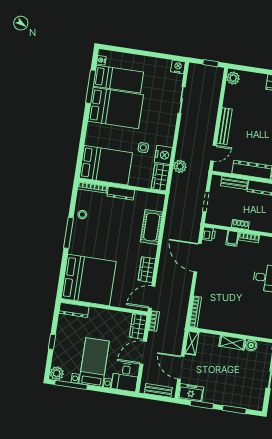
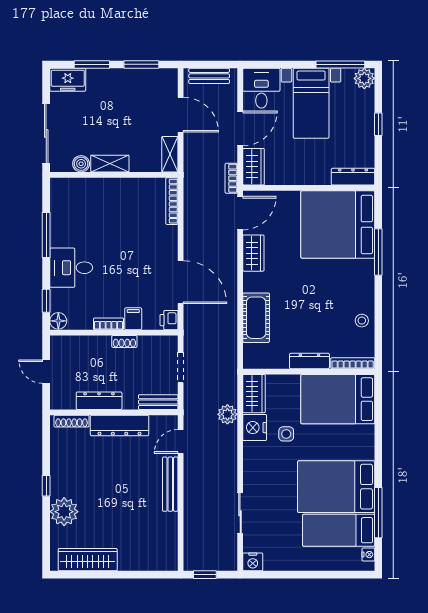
plant: (233, 78) -> (168, 558), removed
bench: (234, 183) -> (158, 402), moved
window: (69, 233) -> (378, 252), moved
freezer: (191, 393) -> (68, 80), moved

